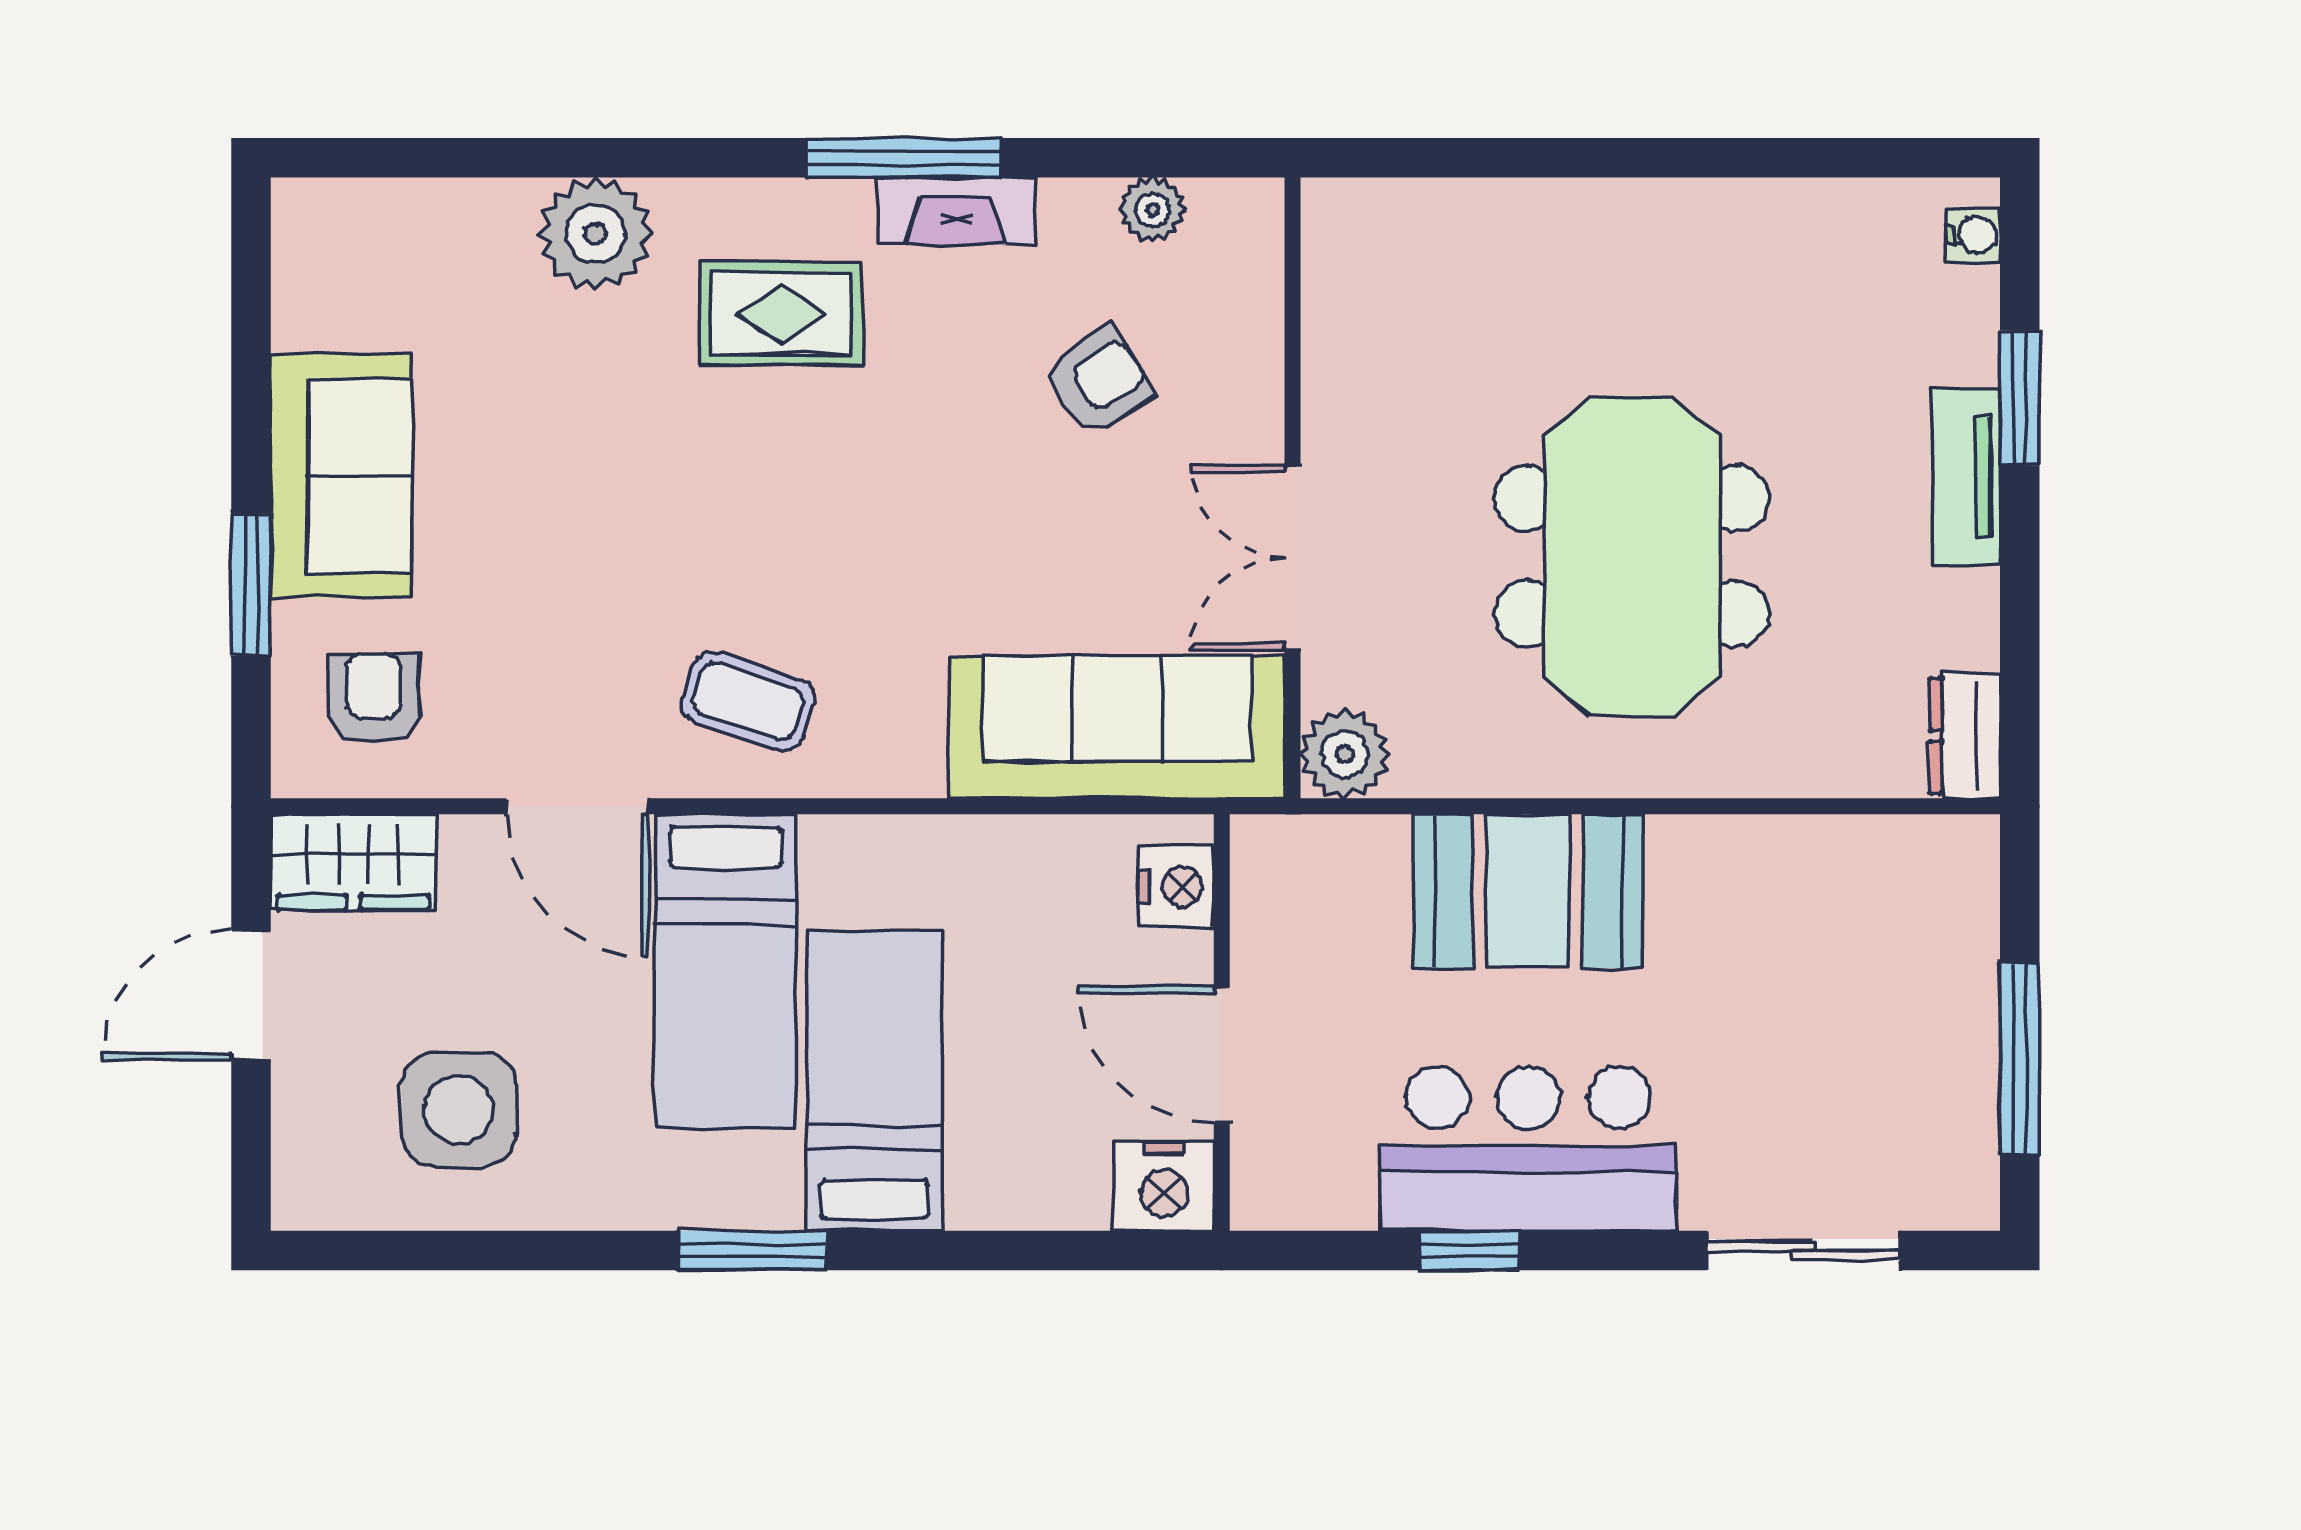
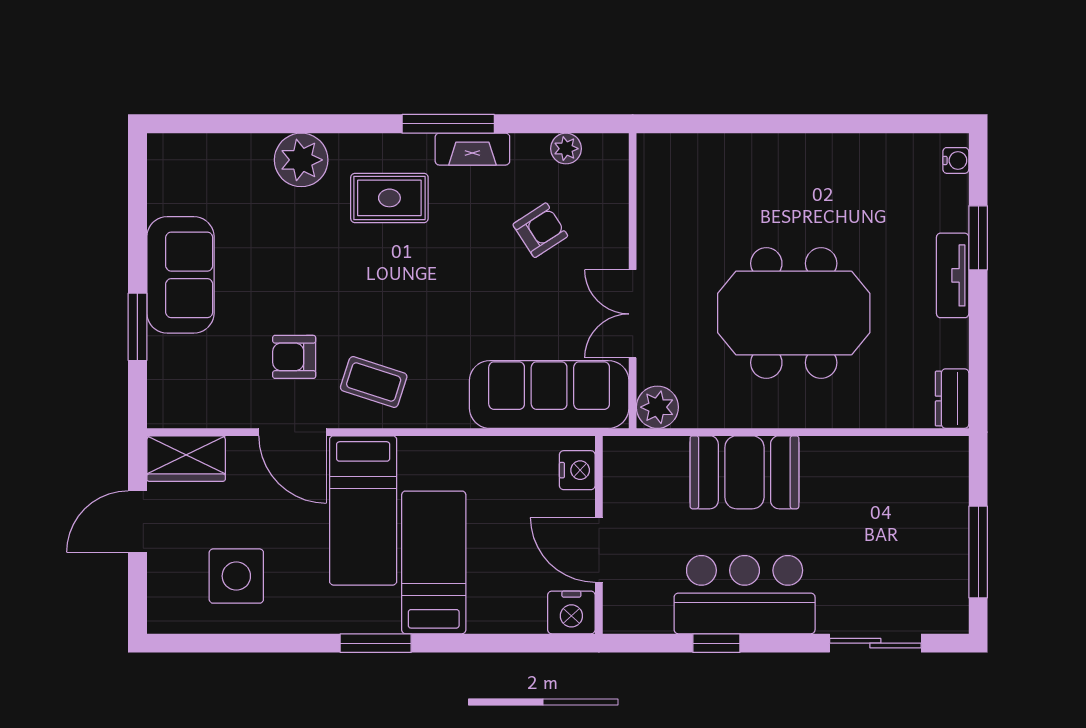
meeting table: (1632, 556) -> (794, 313), turned 90
armchair: (374, 699) -> (294, 357), moved, turned -90

